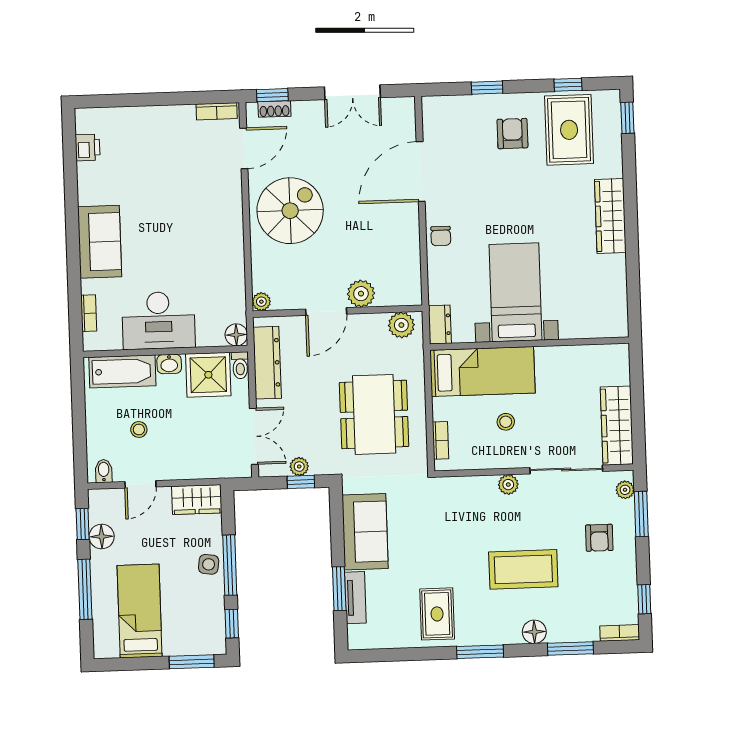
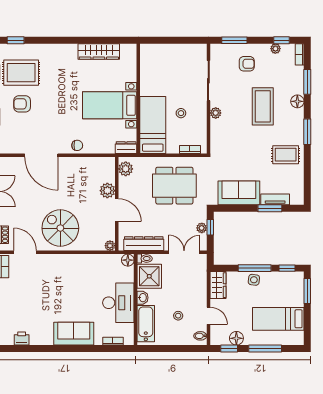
wardrobe: (610, 216) -> (99, 51), moved
wardrobe: (617, 426) -> (185, 52), removed
plant: (625, 490) -> (275, 49), moved

